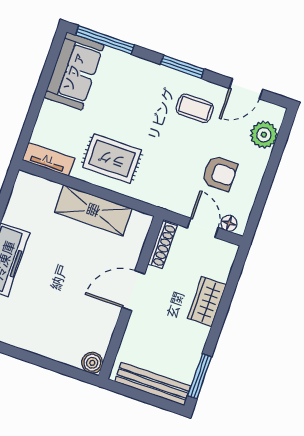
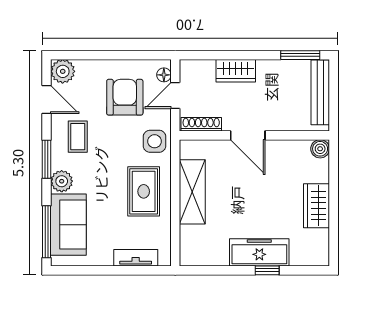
sofa: (74, 71) -> (68, 225), moved, turned 90
plant: (153, 75) -> (62, 181), added
plant: (264, 135) -> (63, 71), moved
tv unit: (48, 159) -> (136, 258), moved, turned 90
armchair: (220, 173) -> (125, 97), width x1.38, depth x1.38
side table: (161, 189) -> (155, 141), added
wardrobe: (33, 338) -> (316, 206), added

